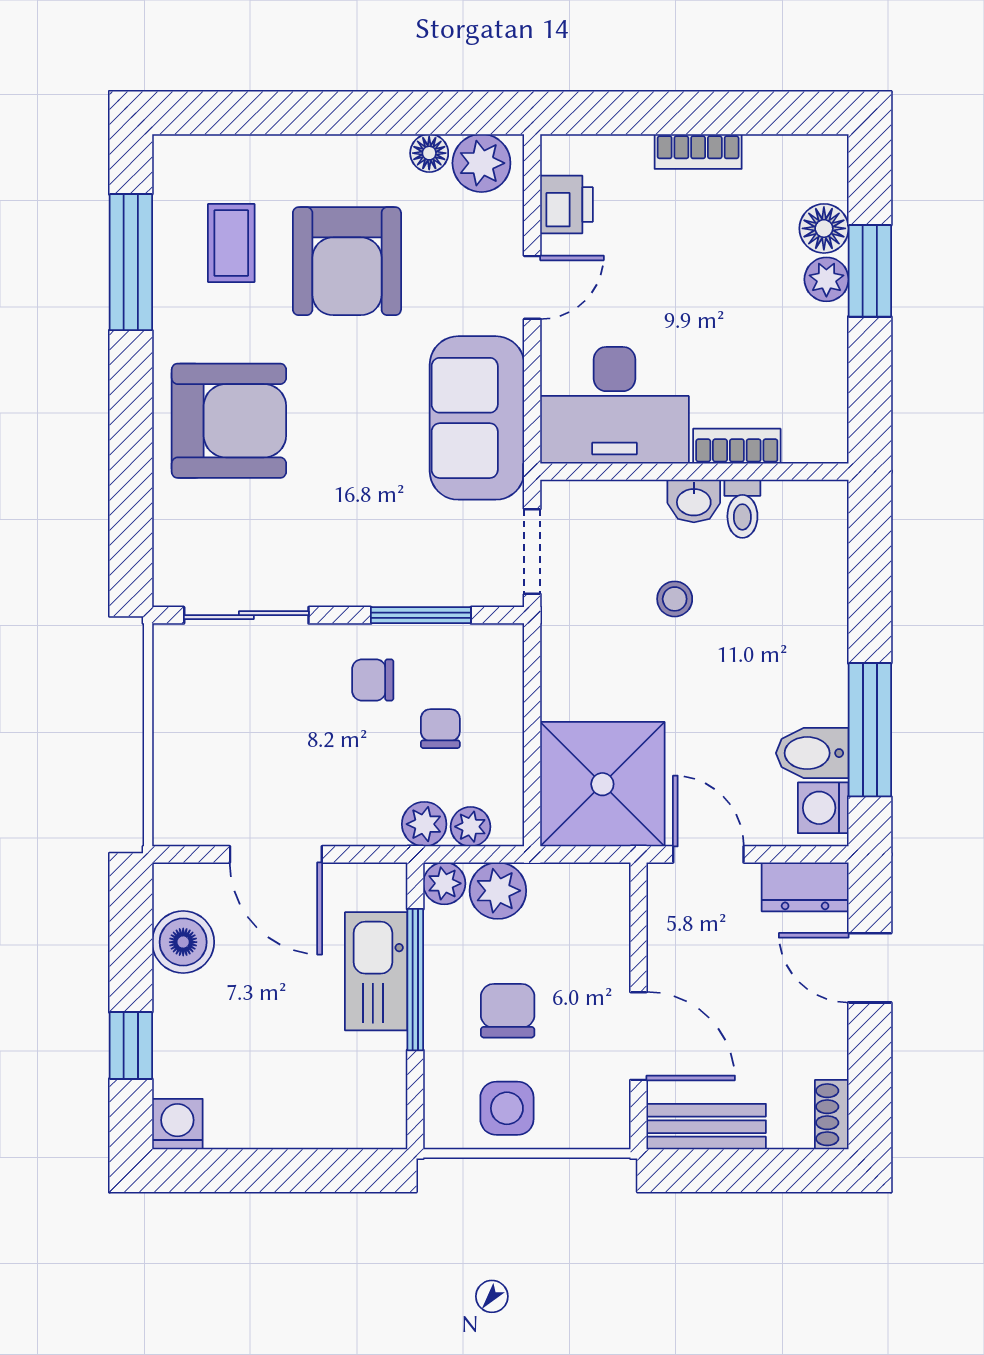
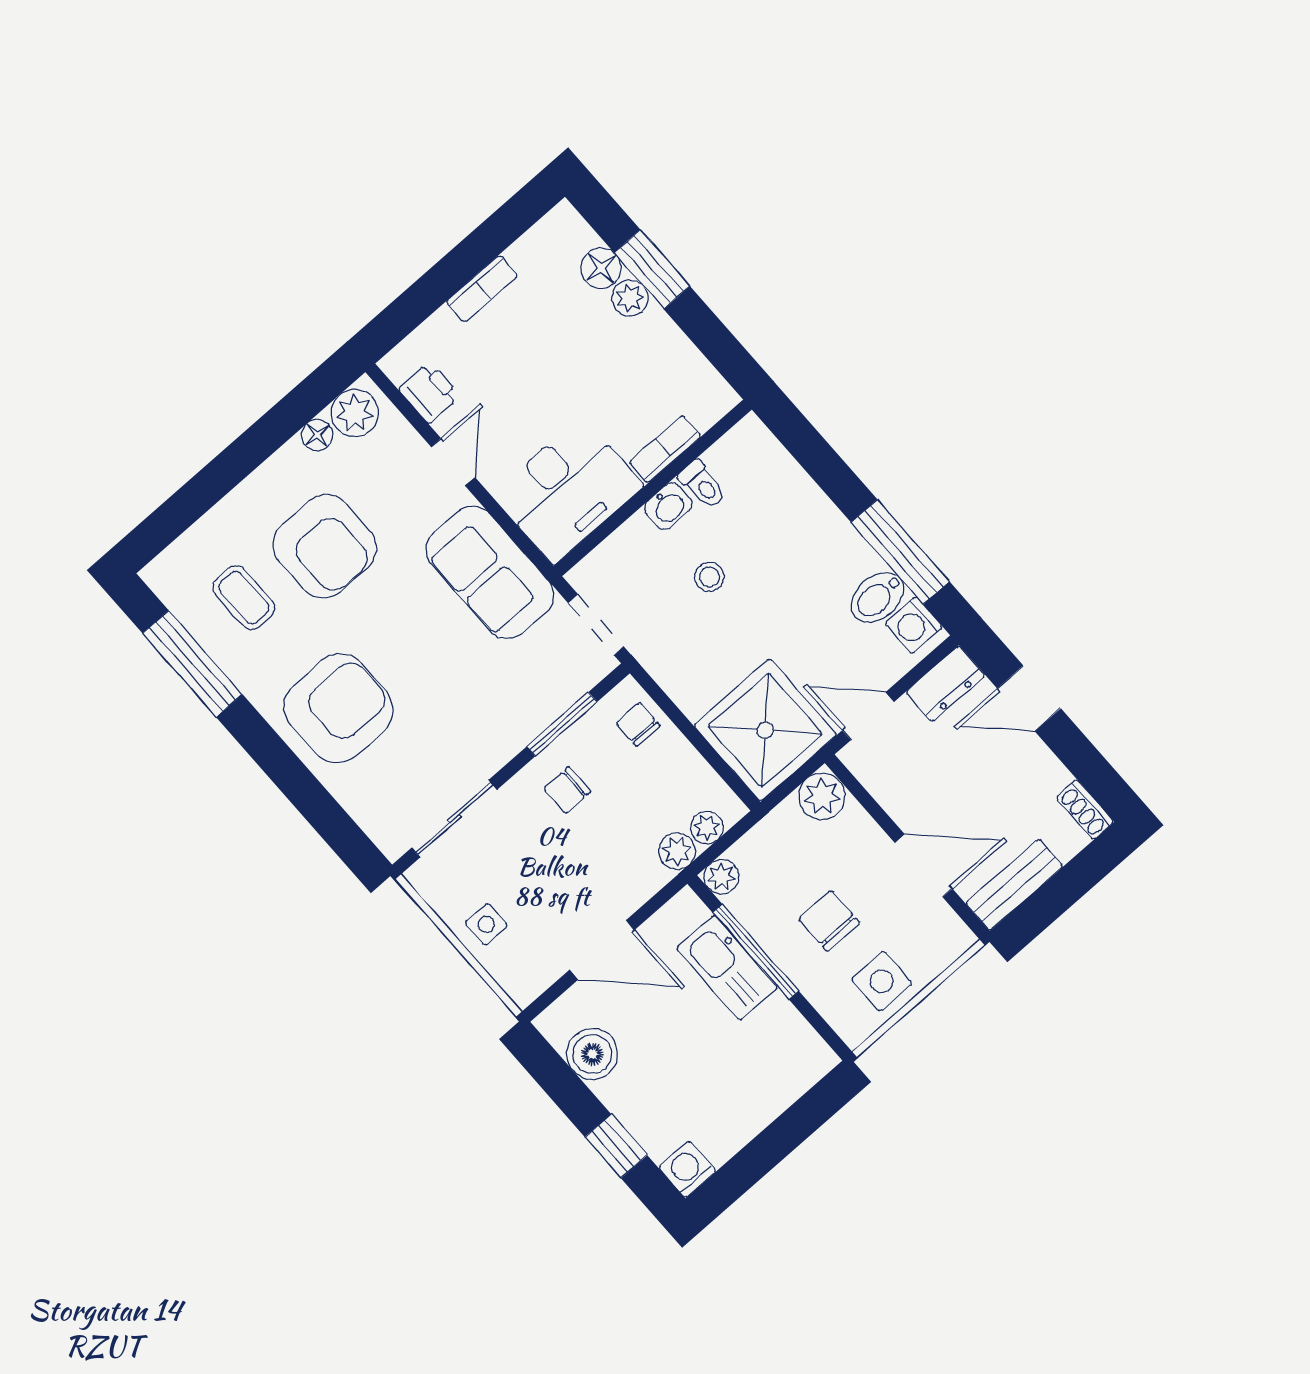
chair: (440, 729) -> (638, 724), moved
side table: (190, 738) -> (486, 924), added
plant: (498, 891) -> (822, 796), moved

